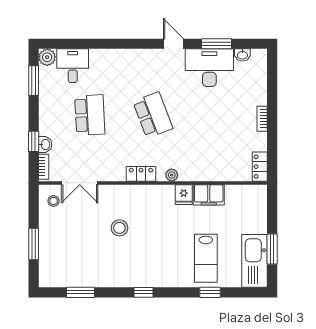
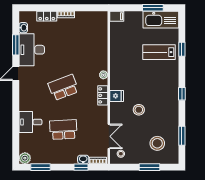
desk: (73, 66) -> (30, 122), moved
locker: (260, 167) -> (47, 16), moved
fridge: (184, 195) -> (117, 96), moved
filing cabinet: (209, 195) -> (117, 16), moved, width x0.50
stool: (69, 256) -> (157, 143), added
lab bench: (206, 258) -> (159, 52), turned 180

